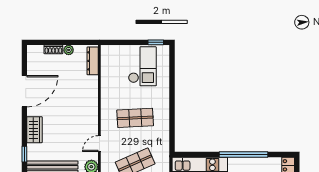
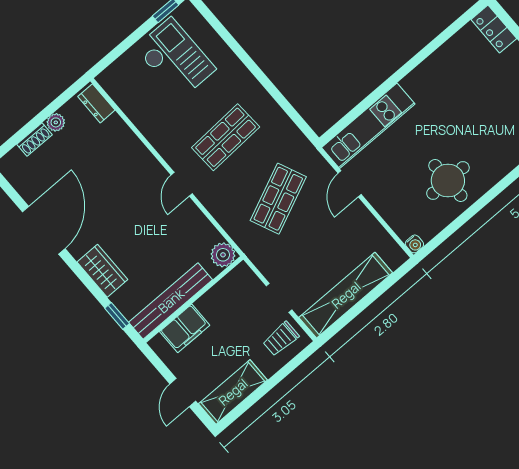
dresser: (93, 61) -> (96, 103), width x0.70
door: (99, 144) -> (182, 184), moved
window: (243, 154) -> (416, 61), removed

